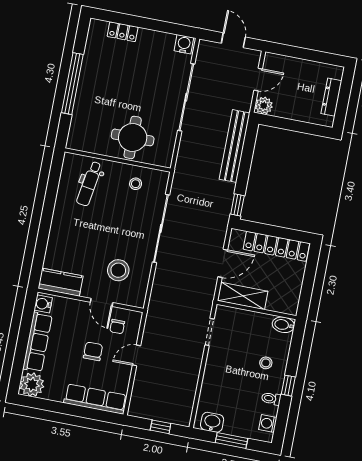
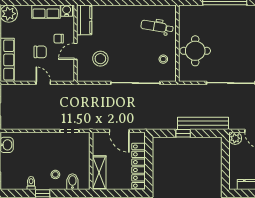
window: (237, 205) -> (183, 133), moved
shelving: (243, 296) -> (99, 173), moved
bidet: (283, 325) -> (72, 182), moved
chair: (117, 327) -> (59, 39), moved
row of seats: (37, 342) -> (46, 12), width x0.68
washing machine: (268, 424) -> (13, 184), removed

